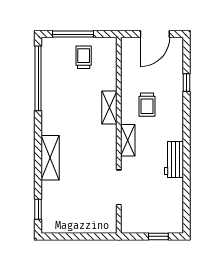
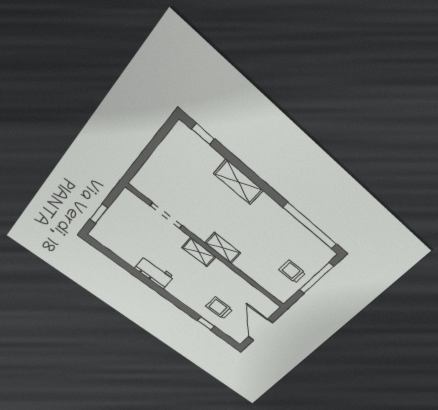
trolley: (84, 57) -> (292, 271), turned 180
trolley: (147, 105) -> (219, 308), moved
shelving: (109, 107) -> (223, 248), moved

